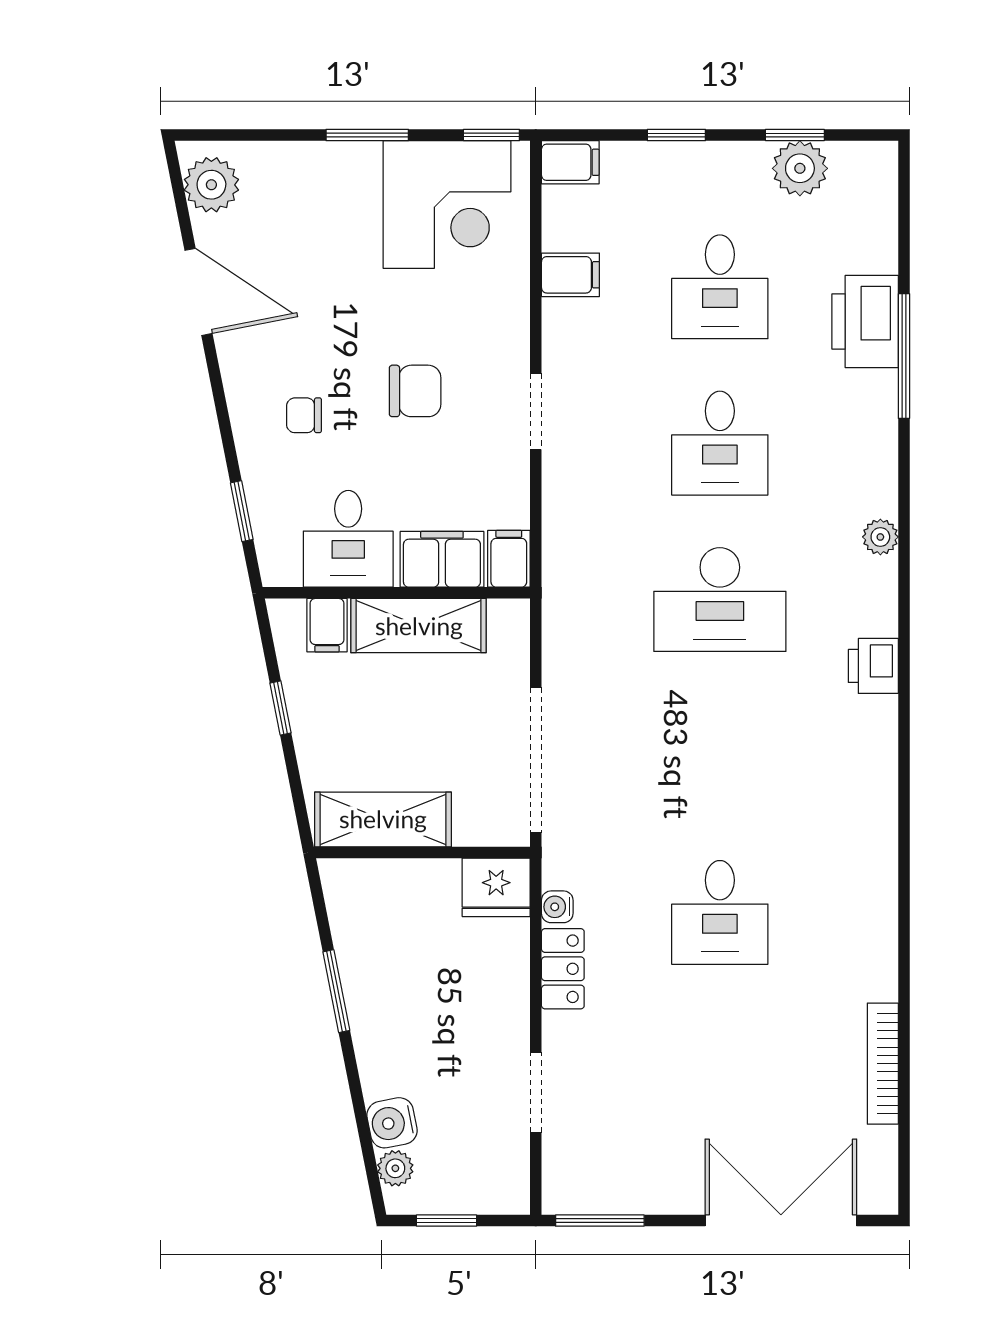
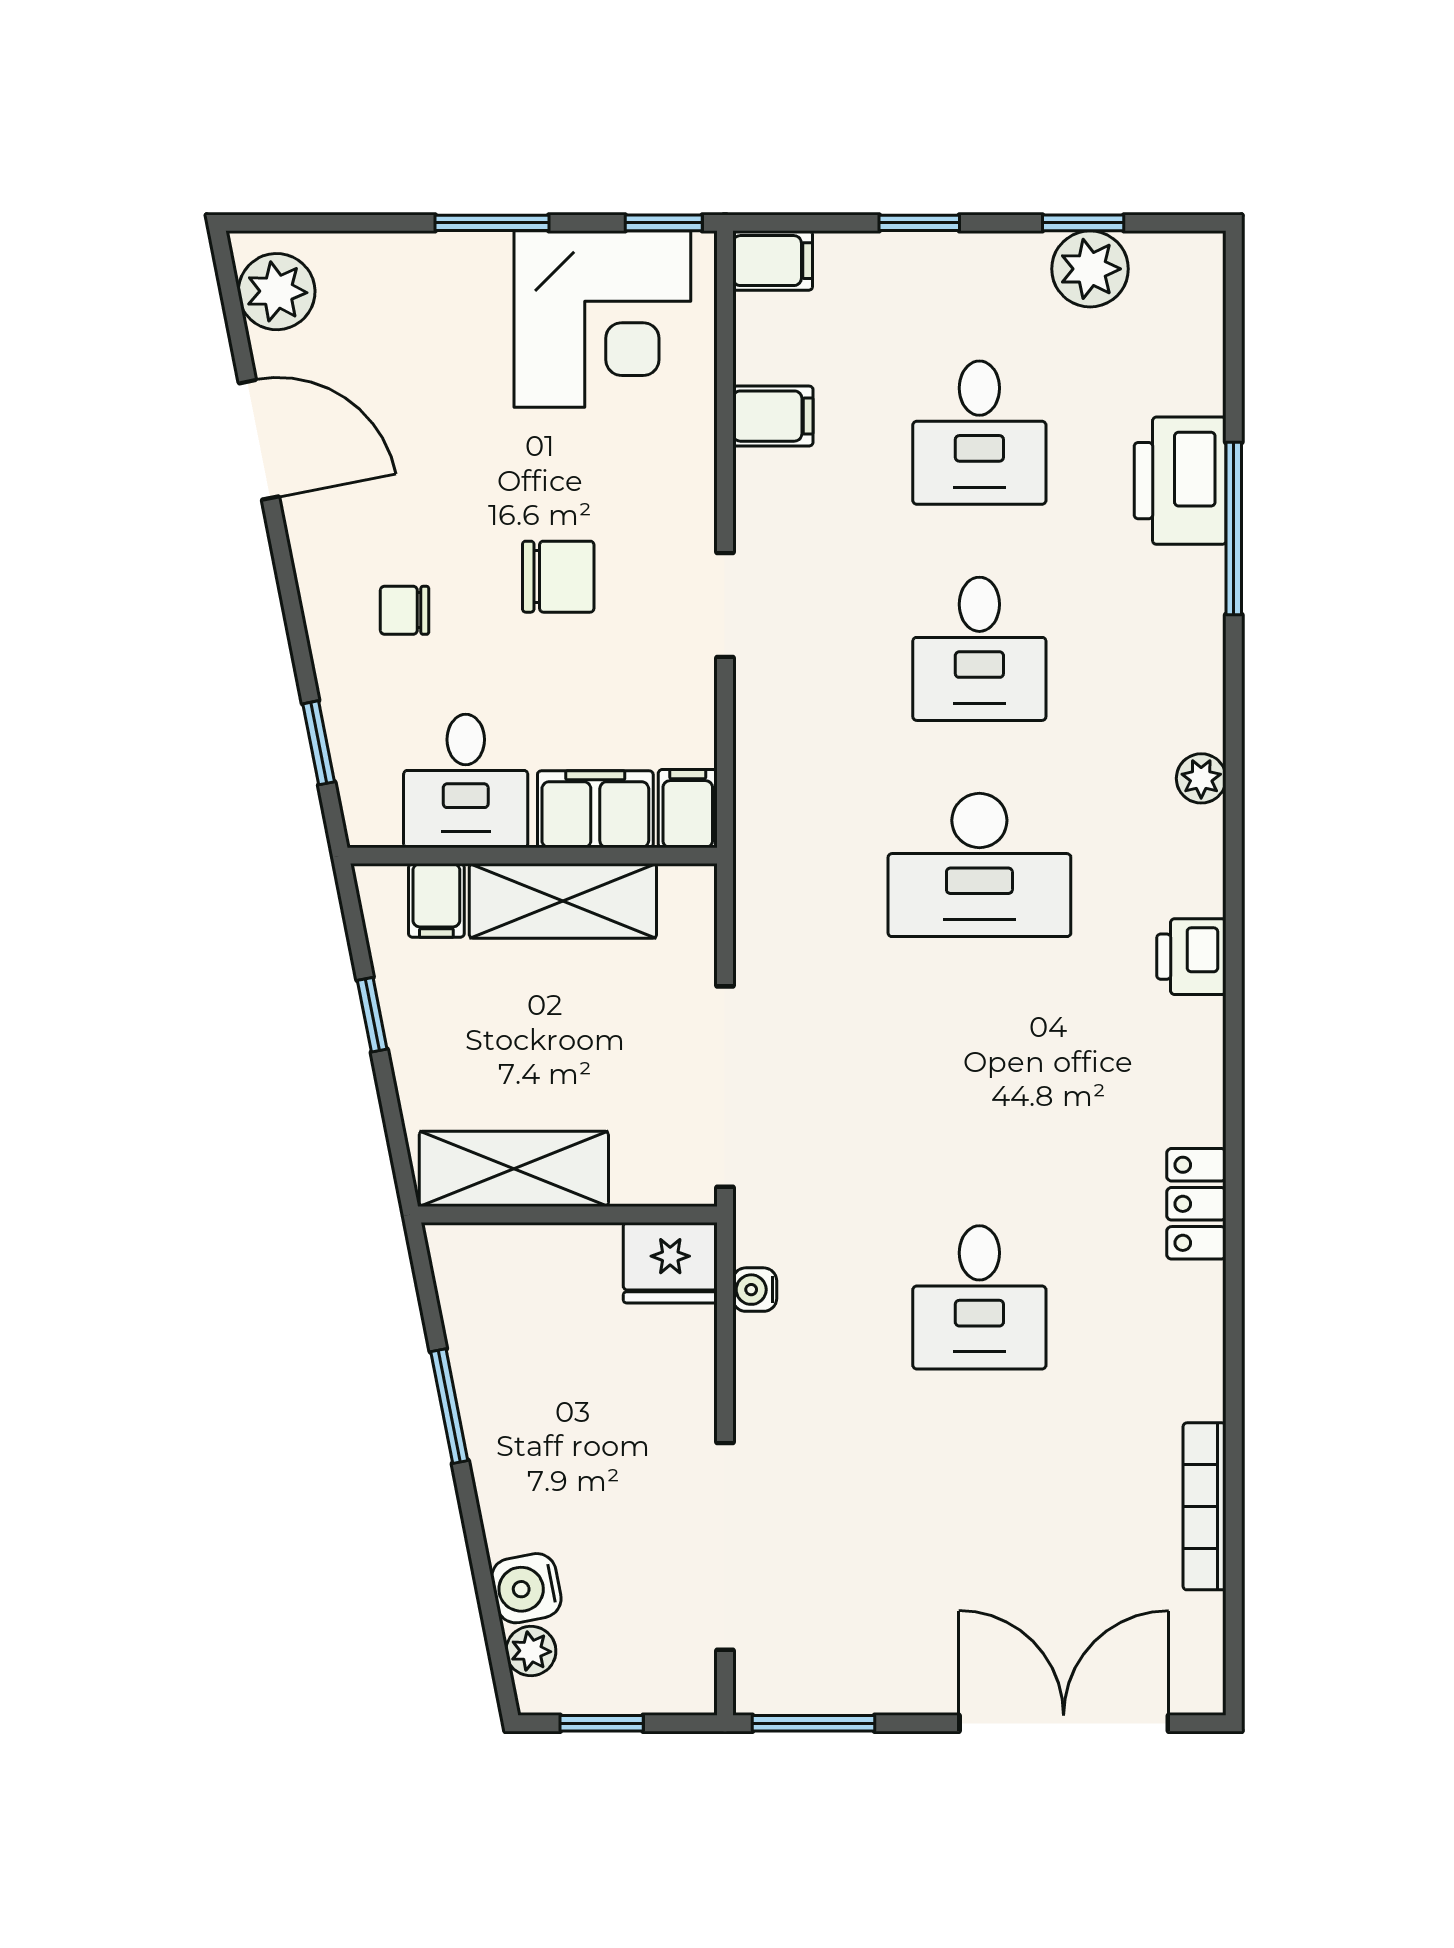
locker: (563, 969) -> (1196, 1204), moved, turned 180
doorway: (536, 1093) -> (725, 1546), width x1.88

